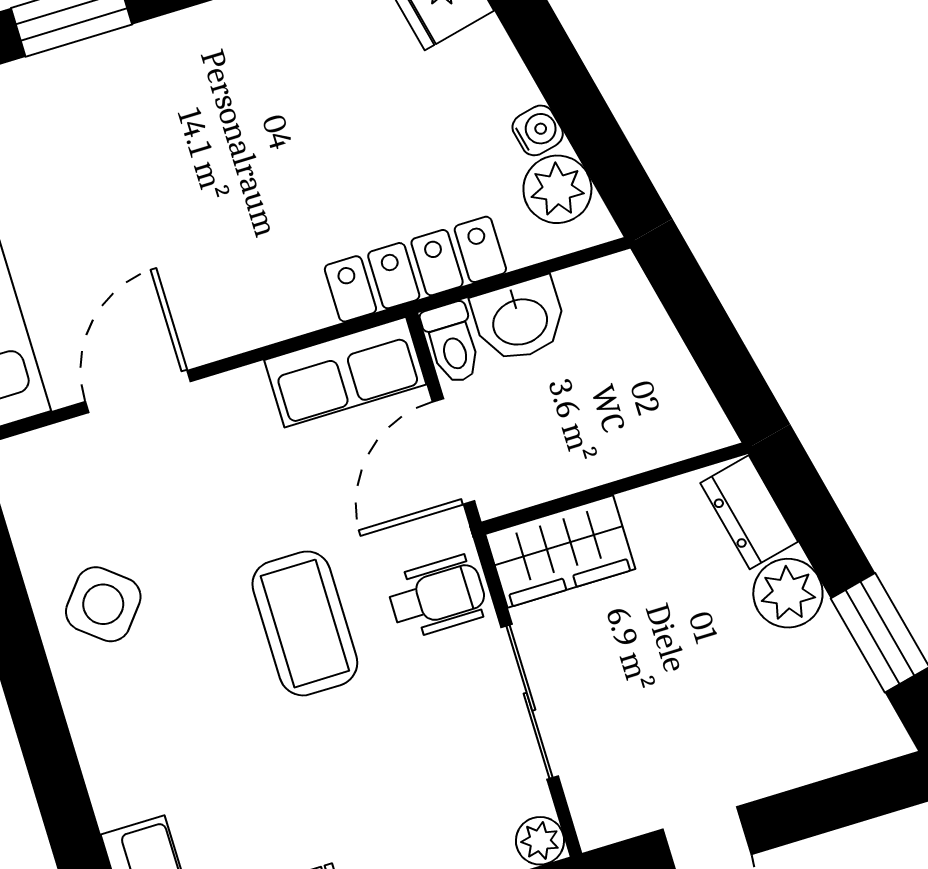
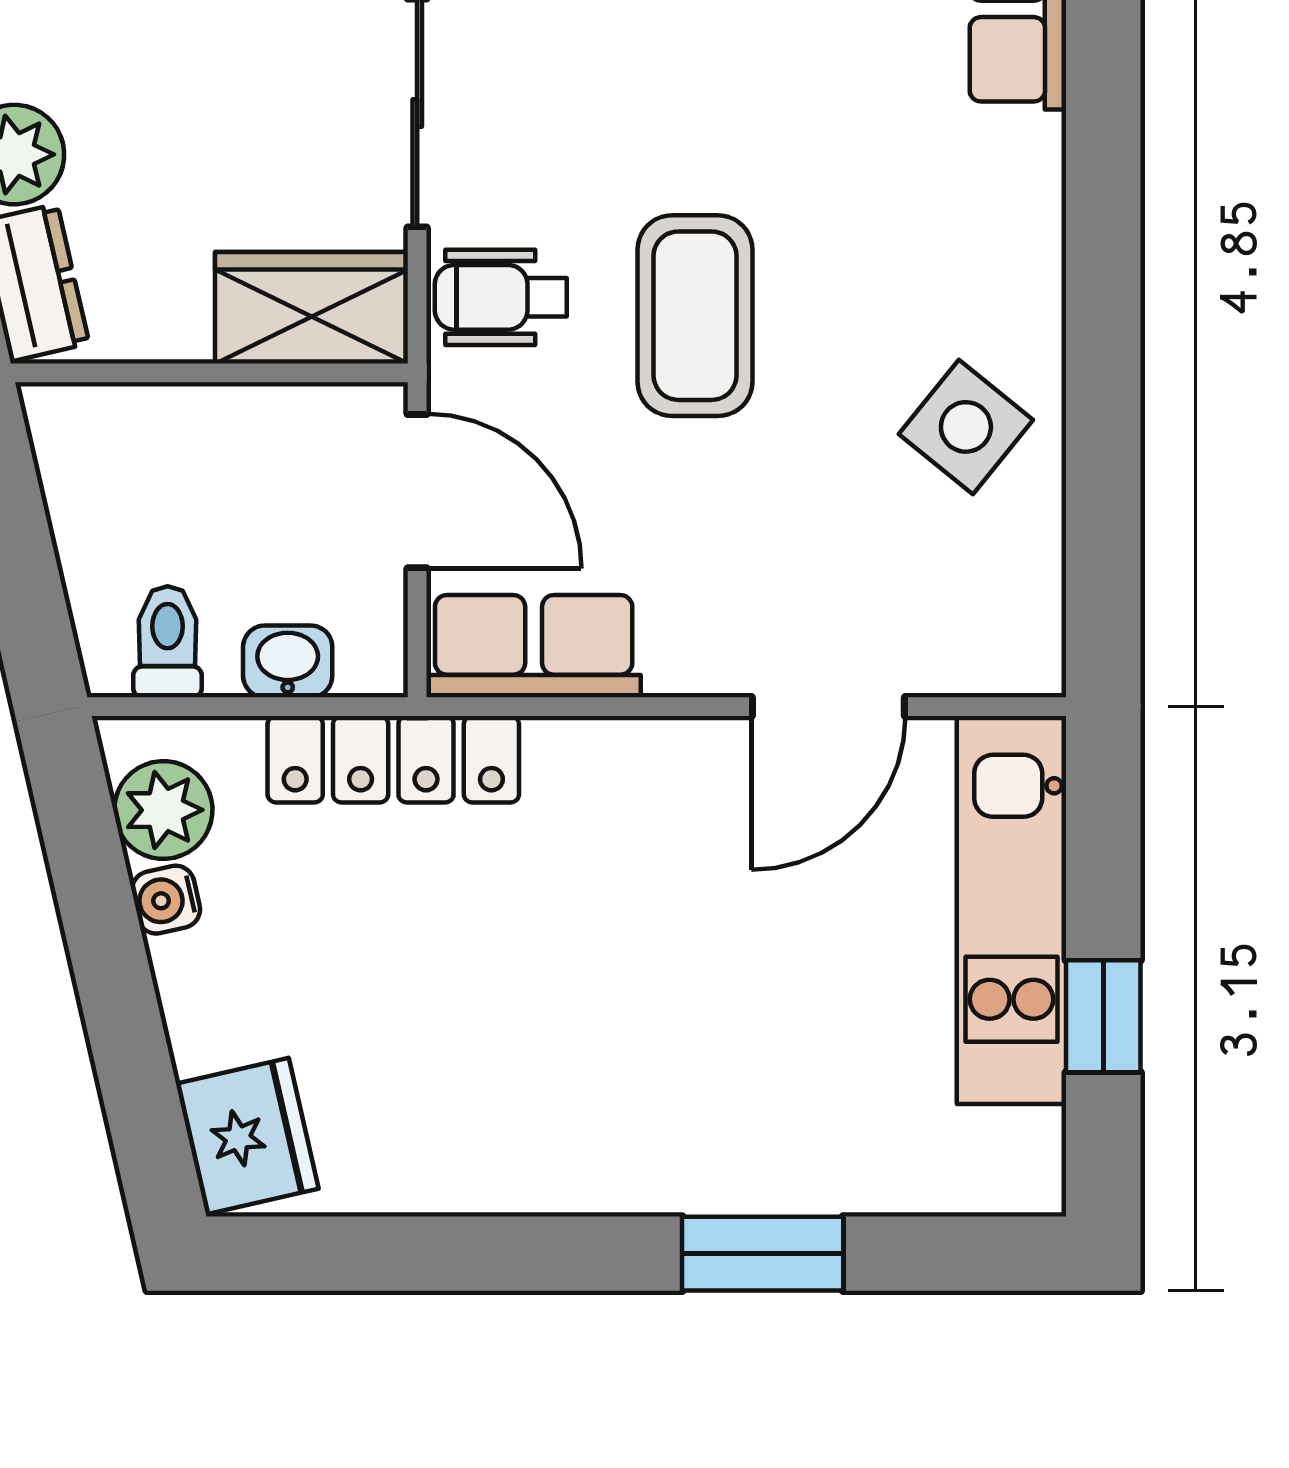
washbasin: (519, 320) -> (288, 661), width x0.72, depth x0.69
toilet: (452, 343) -> (168, 642), moved
door: (453, 451) -> (417, 491), hinge flipped

